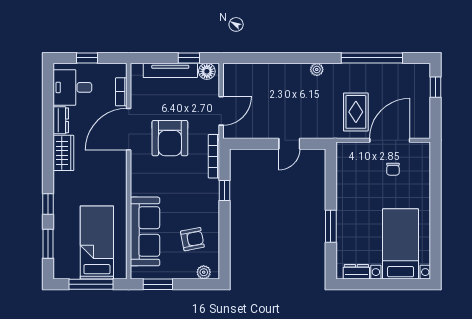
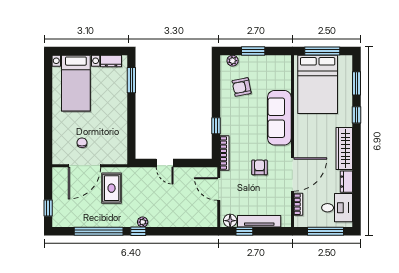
window: (87, 58) -> (326, 231), width x2.17
window: (322, 58) -> (138, 231), added
door: (221, 111) -> (219, 189), hinge flipped
armchair: (170, 138) -> (260, 167), width x0.53, depth x0.53
door: (289, 144) -> (165, 163), swing flipped
wardrobe: (63, 153) -> (344, 148), width x1.50
window: (331, 226) -> (131, 80), moved
sofa: (145, 231) -> (279, 118), moved
bed: (97, 242) -> (318, 84), width x1.50
window: (158, 284) -> (253, 51), moved

